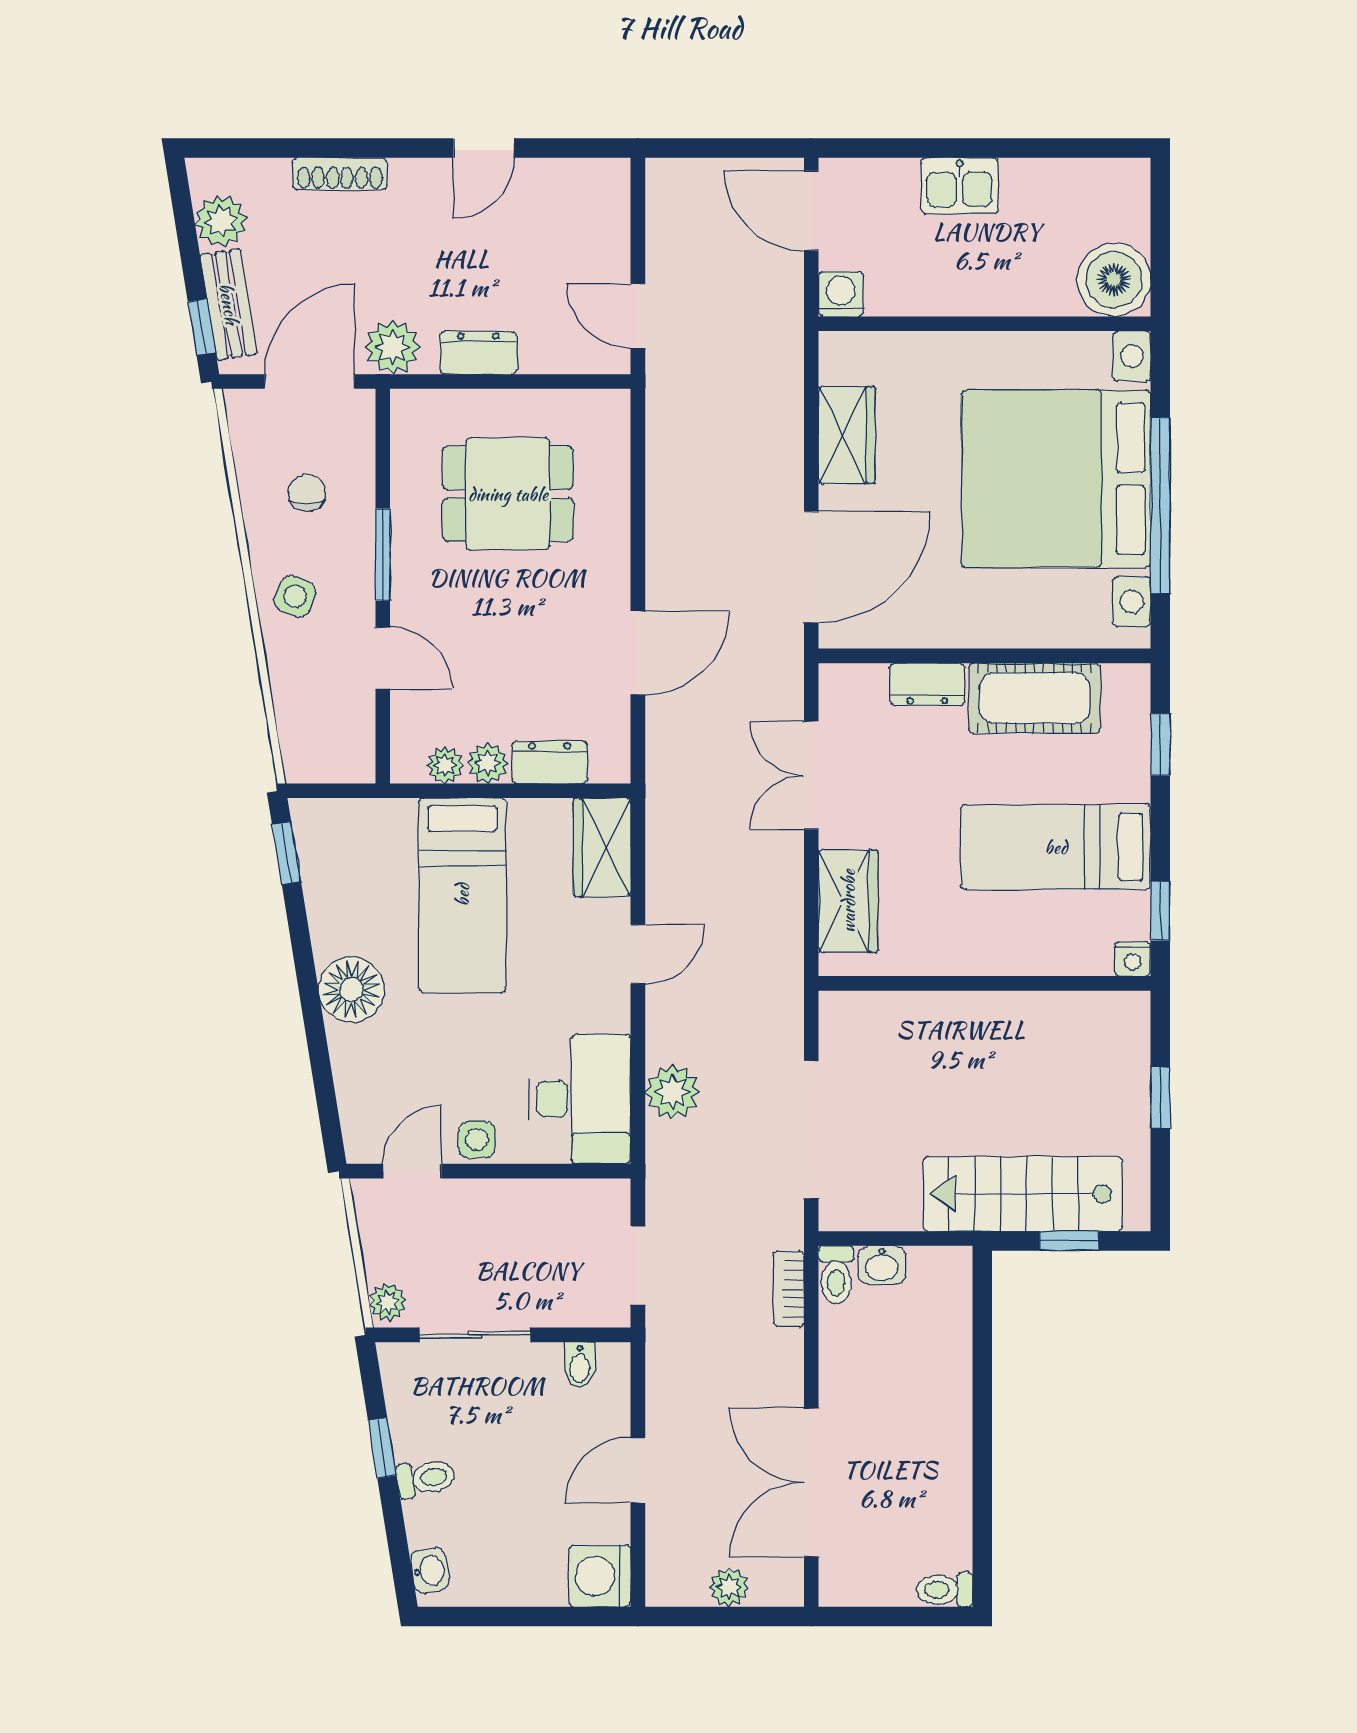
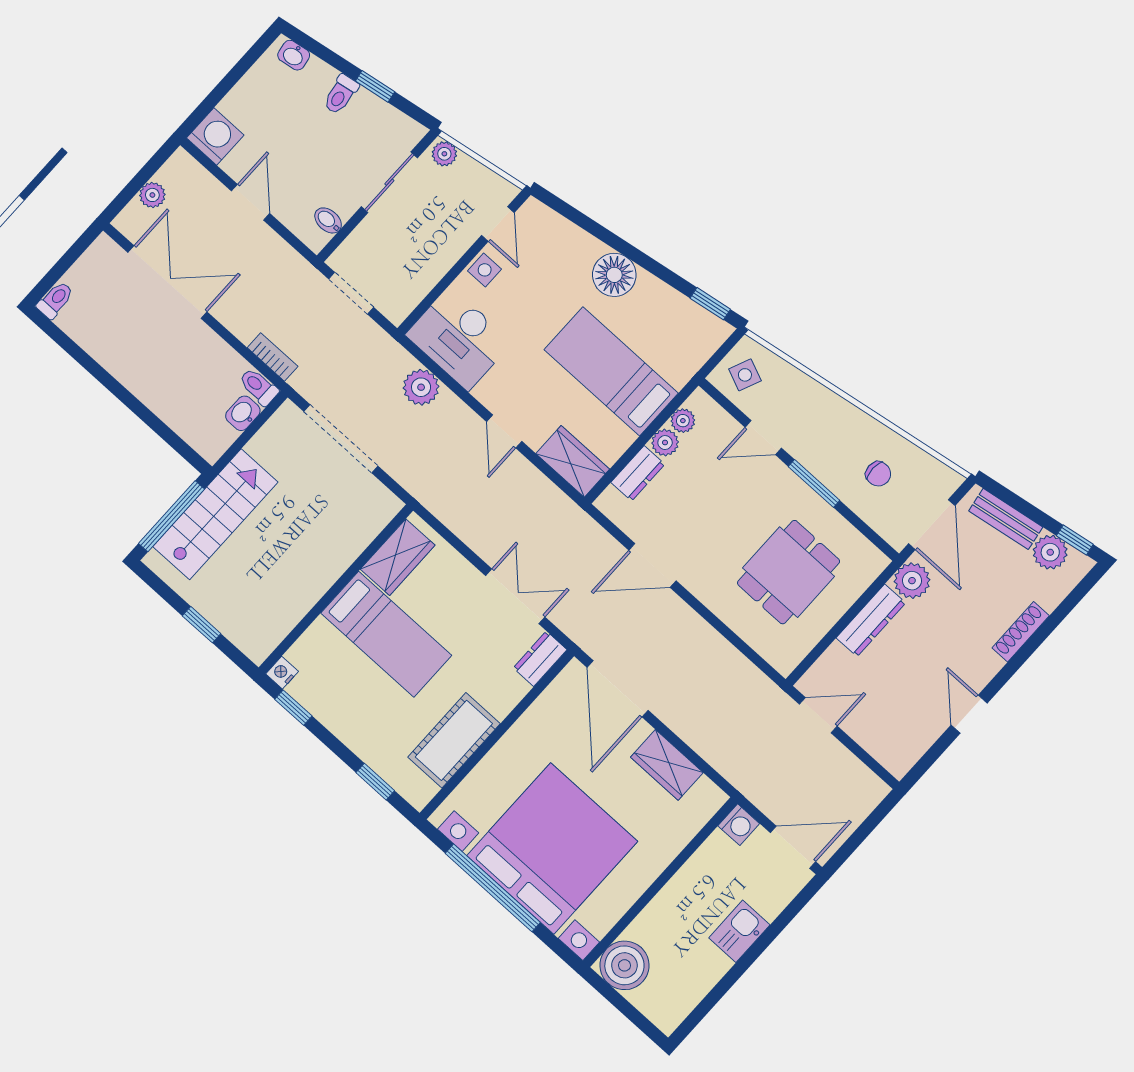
window: (202, 327) -> (1075, 540), moved
dresser: (478, 353) -> (871, 620), width x1.44
side table: (295, 596) -> (745, 375), moved
door: (638, 653) -> (652, 565), hinge flipped
dresser: (927, 684) -> (540, 659), moved
bed: (1056, 847) -> (386, 634), moved, turned 90
wardrobe: (848, 901) -> (398, 557), moved, turned -90
window: (1069, 1241) -> (171, 516), width x2.17

